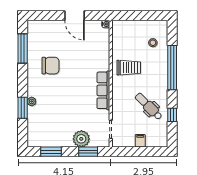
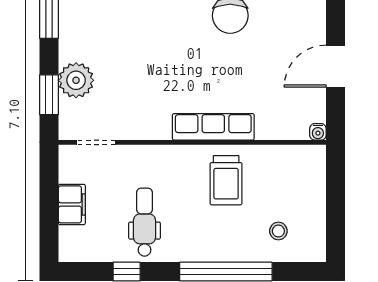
row of seats: (103, 90) -> (213, 127), moved
dental chair: (149, 106) -> (144, 222), turned -45
filing cabinet: (140, 141) -> (72, 204), width x2.00

